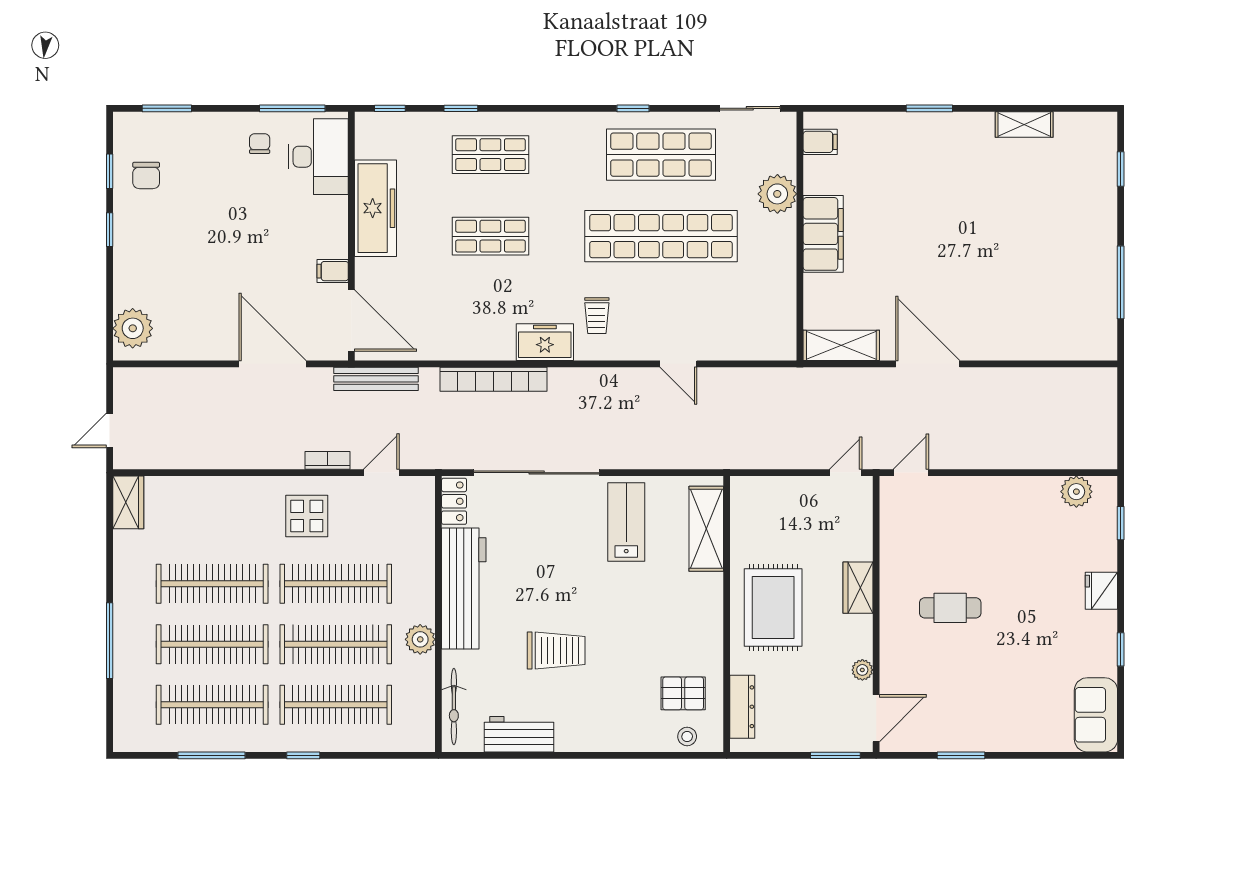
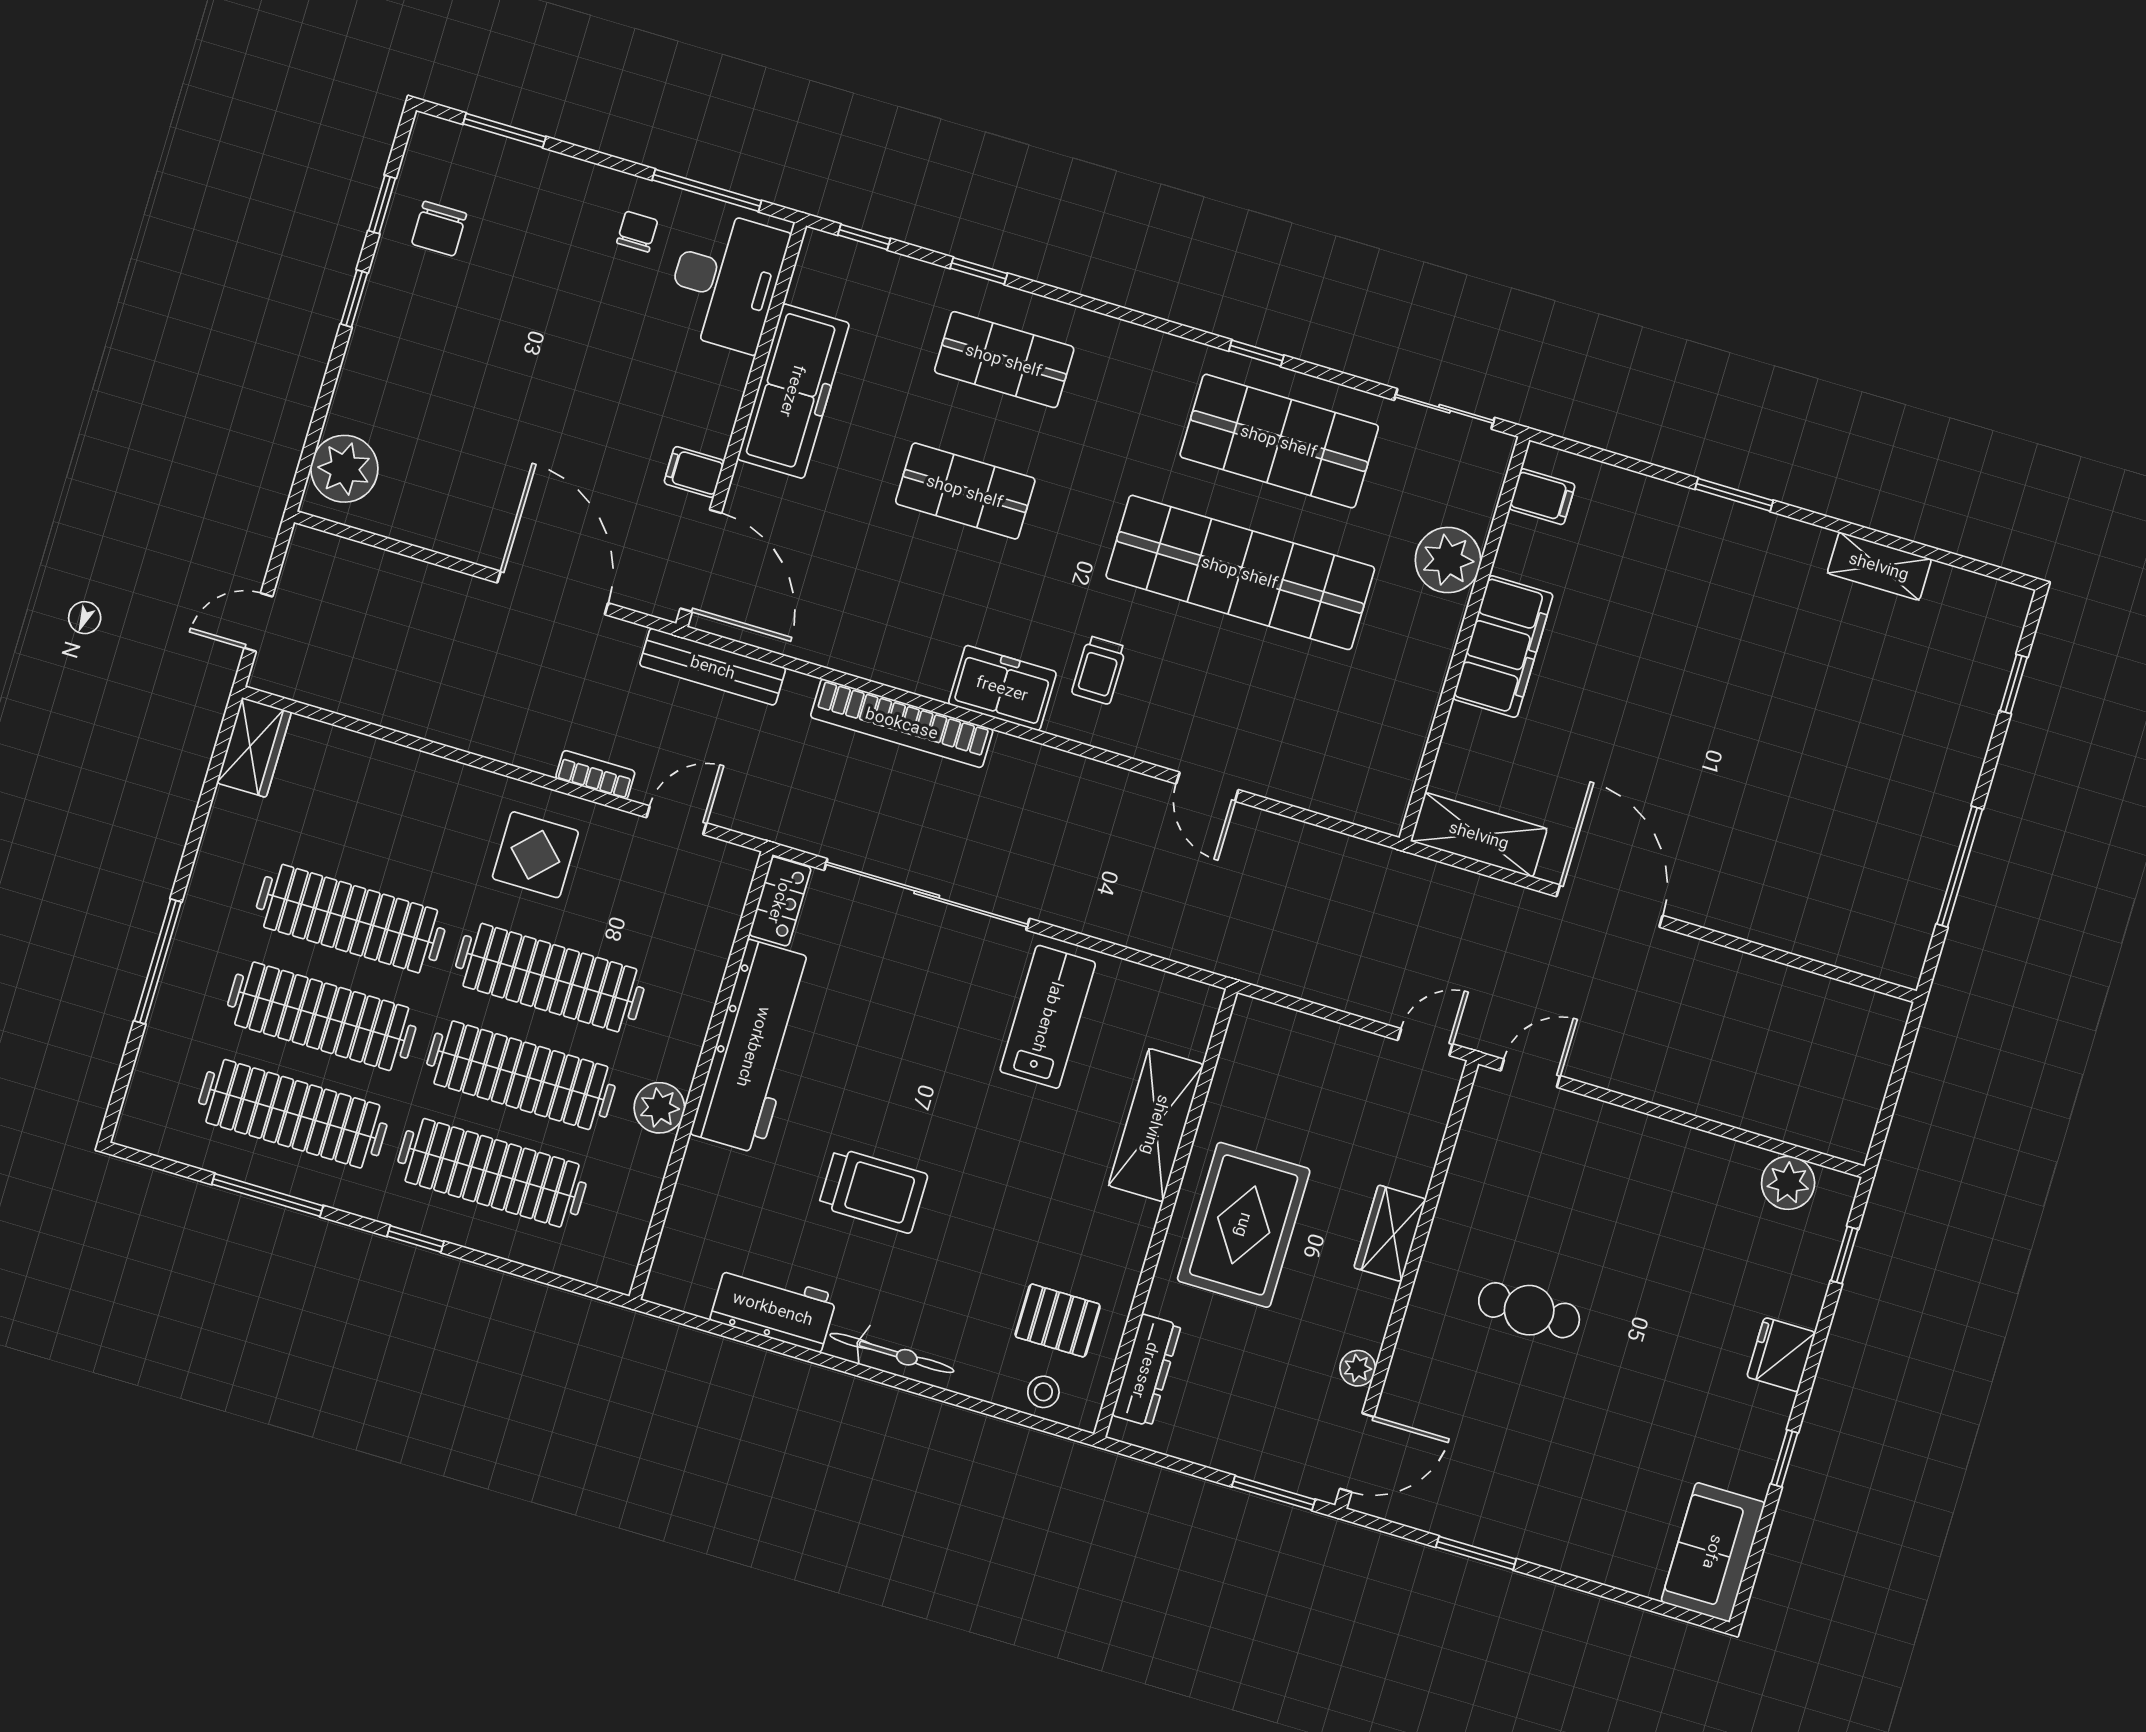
shelving: (706, 529) -> (1156, 1125), moved
bicycle: (454, 707) -> (892, 1353), moved, turned -90

